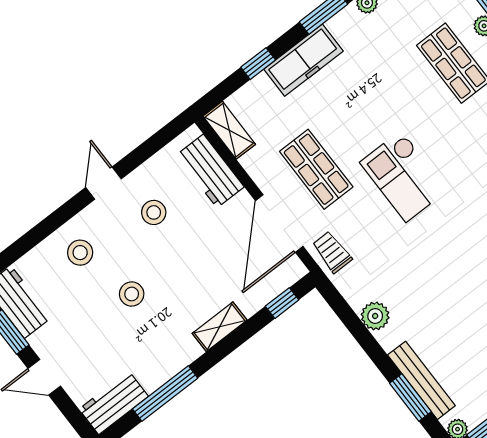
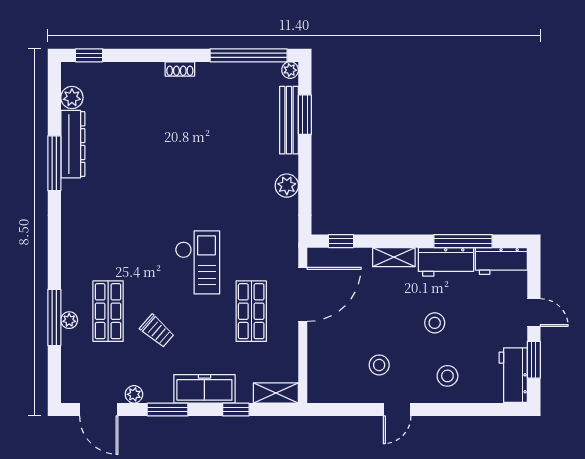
shelving: (229, 130) -> (276, 393), moved, turned 90
workbench: (210, 171) -> (446, 262), moved, turned 90
trolley: (332, 252) -> (157, 331), moved, turned -49

